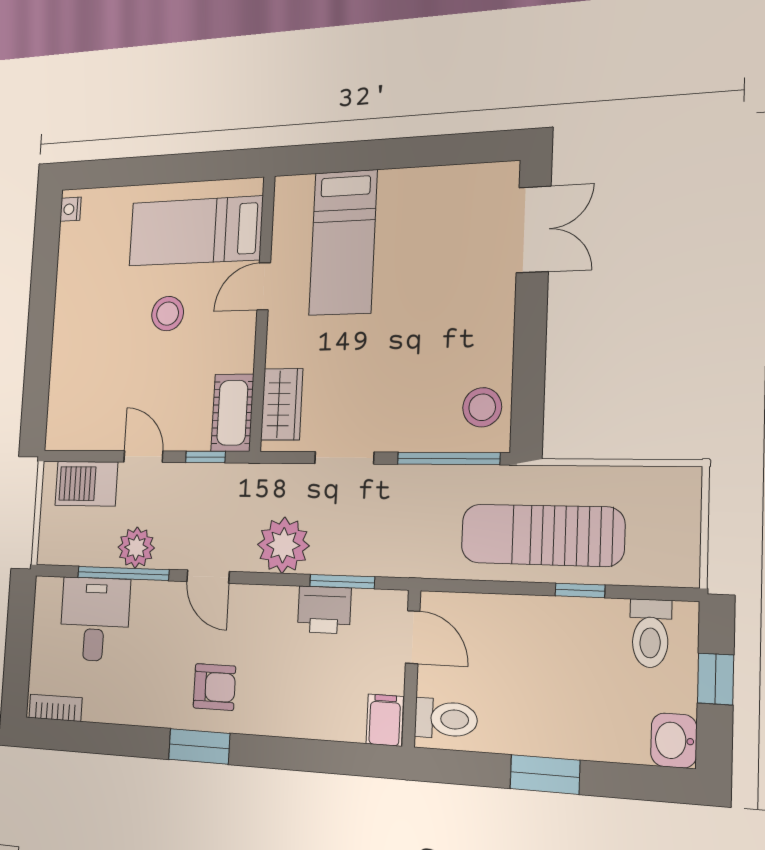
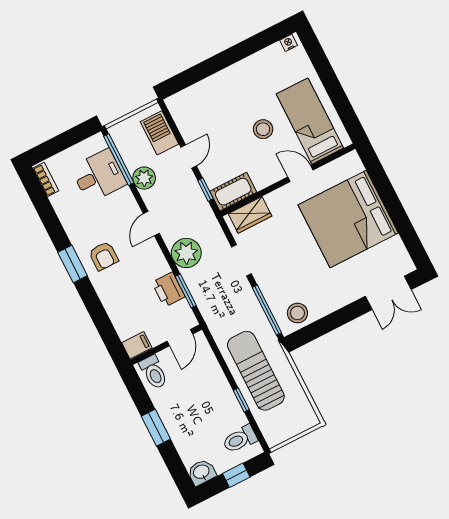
bed: (343, 243) -> (348, 219), width x2.04
window: (123, 573) -> (119, 160), moved

